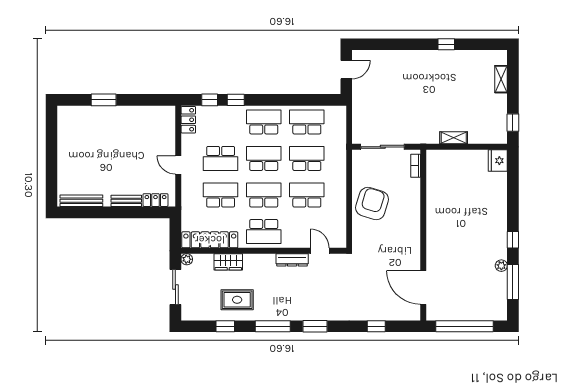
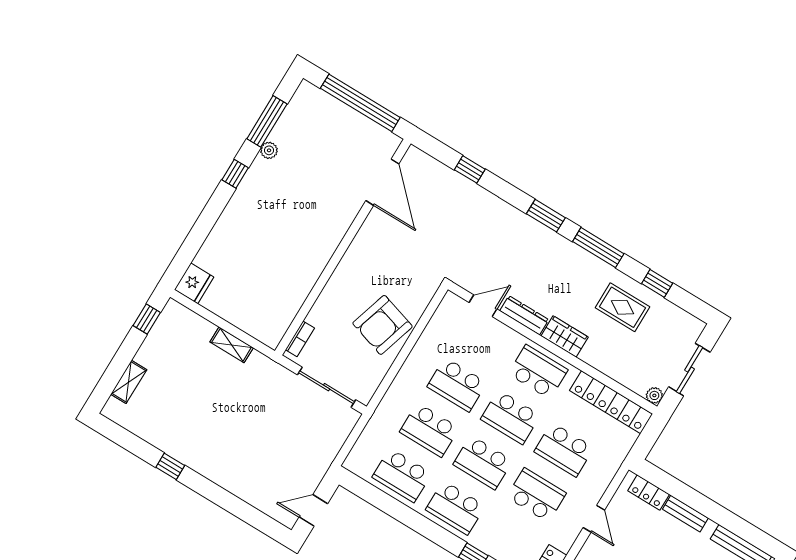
door: (320, 251) -> (483, 306), swing flipped
wardrobe: (228, 262) -> (565, 336), moved

